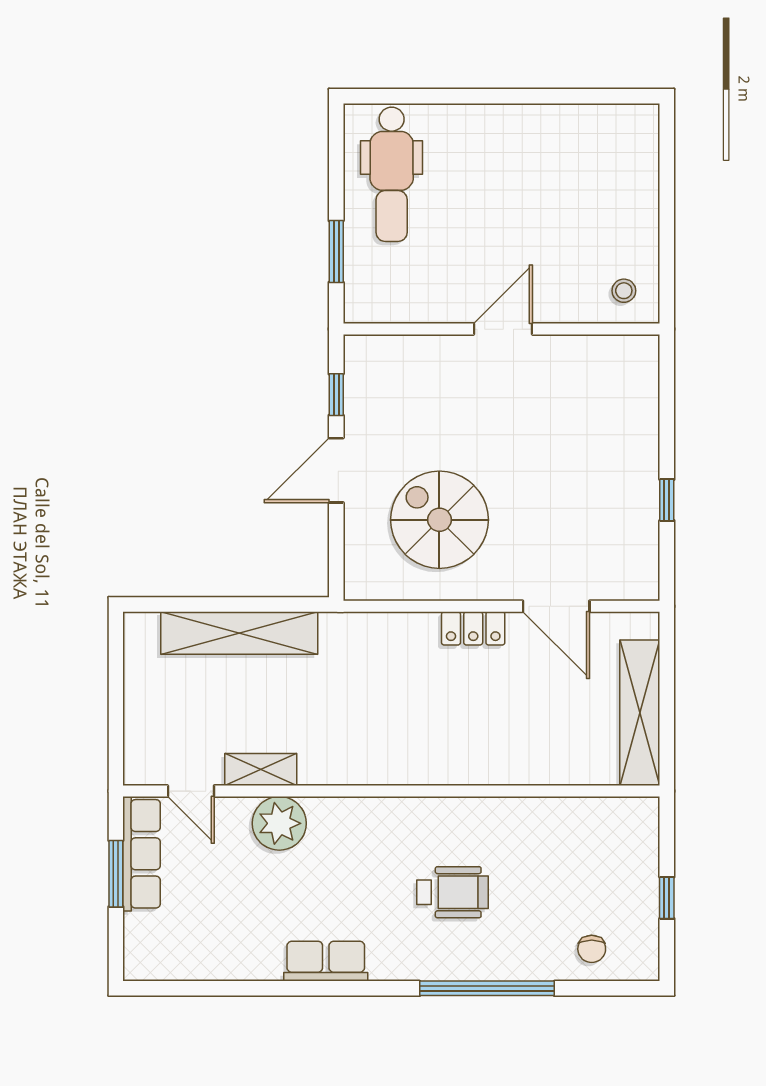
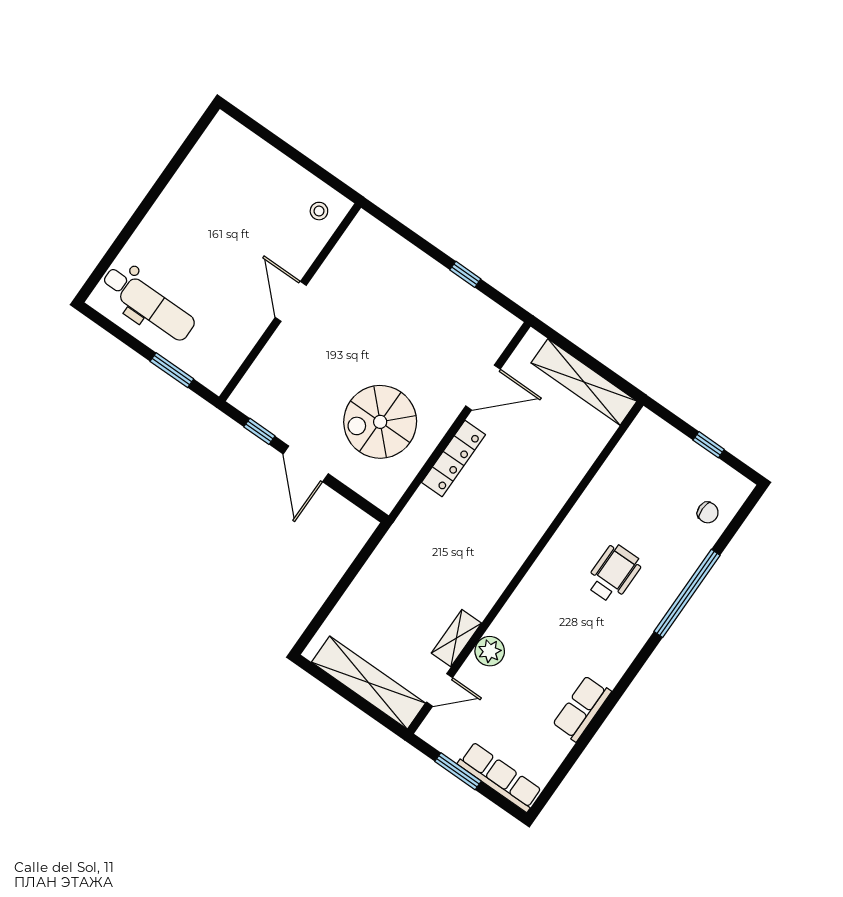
locker: (473, 628) -> (454, 458), width x1.53
shelving: (239, 633) -> (368, 683), moved, turned 90
plant: (279, 823) -> (490, 651), width x0.73, depth x0.73
row of seats: (142, 854) -> (500, 777), moved
row of seats: (326, 961) -> (582, 708), moved

